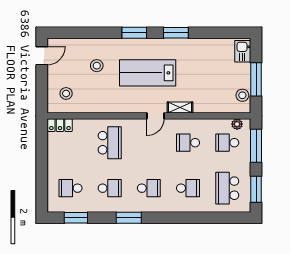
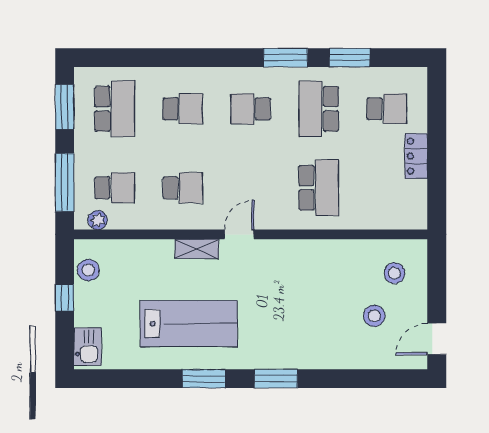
stool: (97, 66) -> (374, 316), moved
lab bench: (148, 73) -> (189, 324), moved
window: (256, 79) -> (65, 298), width x0.46
locker: (60, 125) -> (416, 156), moved, turned -90
school desk: (110, 143) -> (319, 188), turned 180
school desk: (110, 188) -> (319, 109), width x1.85
school desk: (188, 188) -> (183, 109), turned 180
window: (76, 218) -> (349, 58), moved

